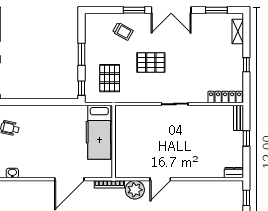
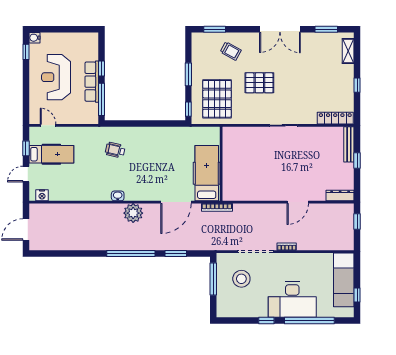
window: (134, 10) -> (215, 29), moved
pallet: (110, 78) -> (217, 99), width x1.37, depth x1.41
bench: (238, 118) -> (349, 144), width x1.36
hospital bed: (99, 132) -> (207, 173), moved, turned 180
dresser: (234, 173) -> (340, 195), width x1.44
door: (160, 179) -> (298, 202), moved
plant: (135, 190) -> (133, 213), moved

